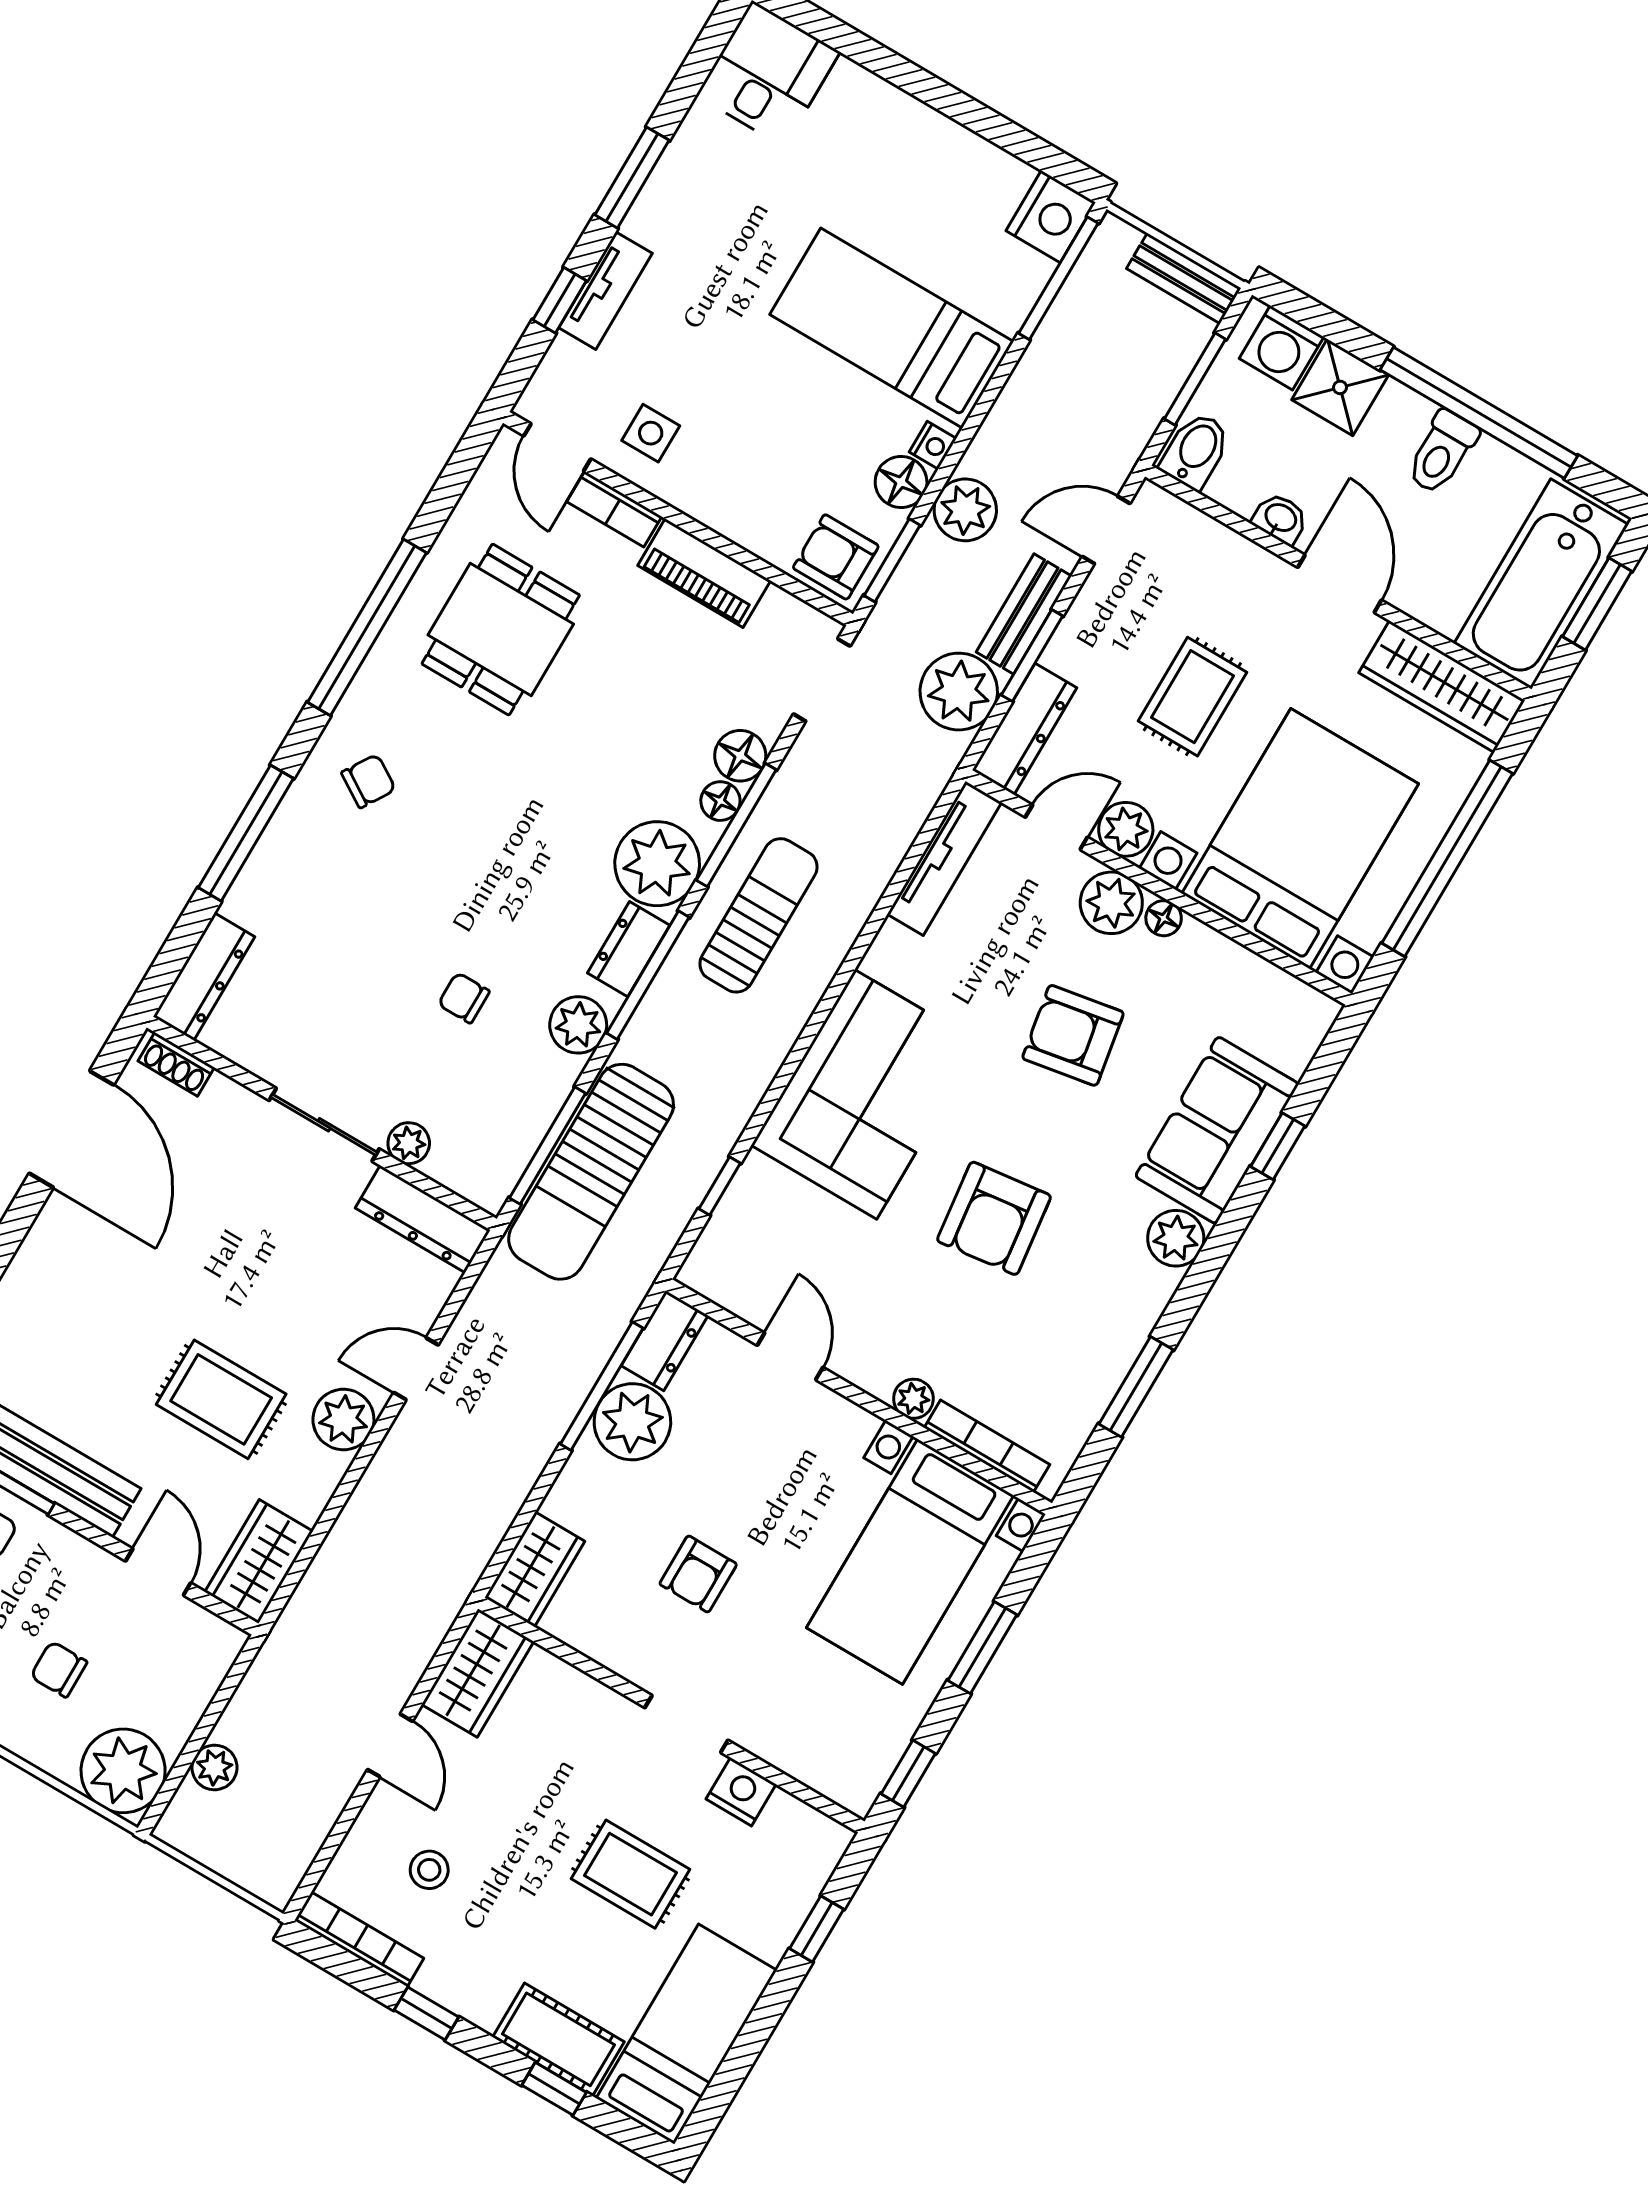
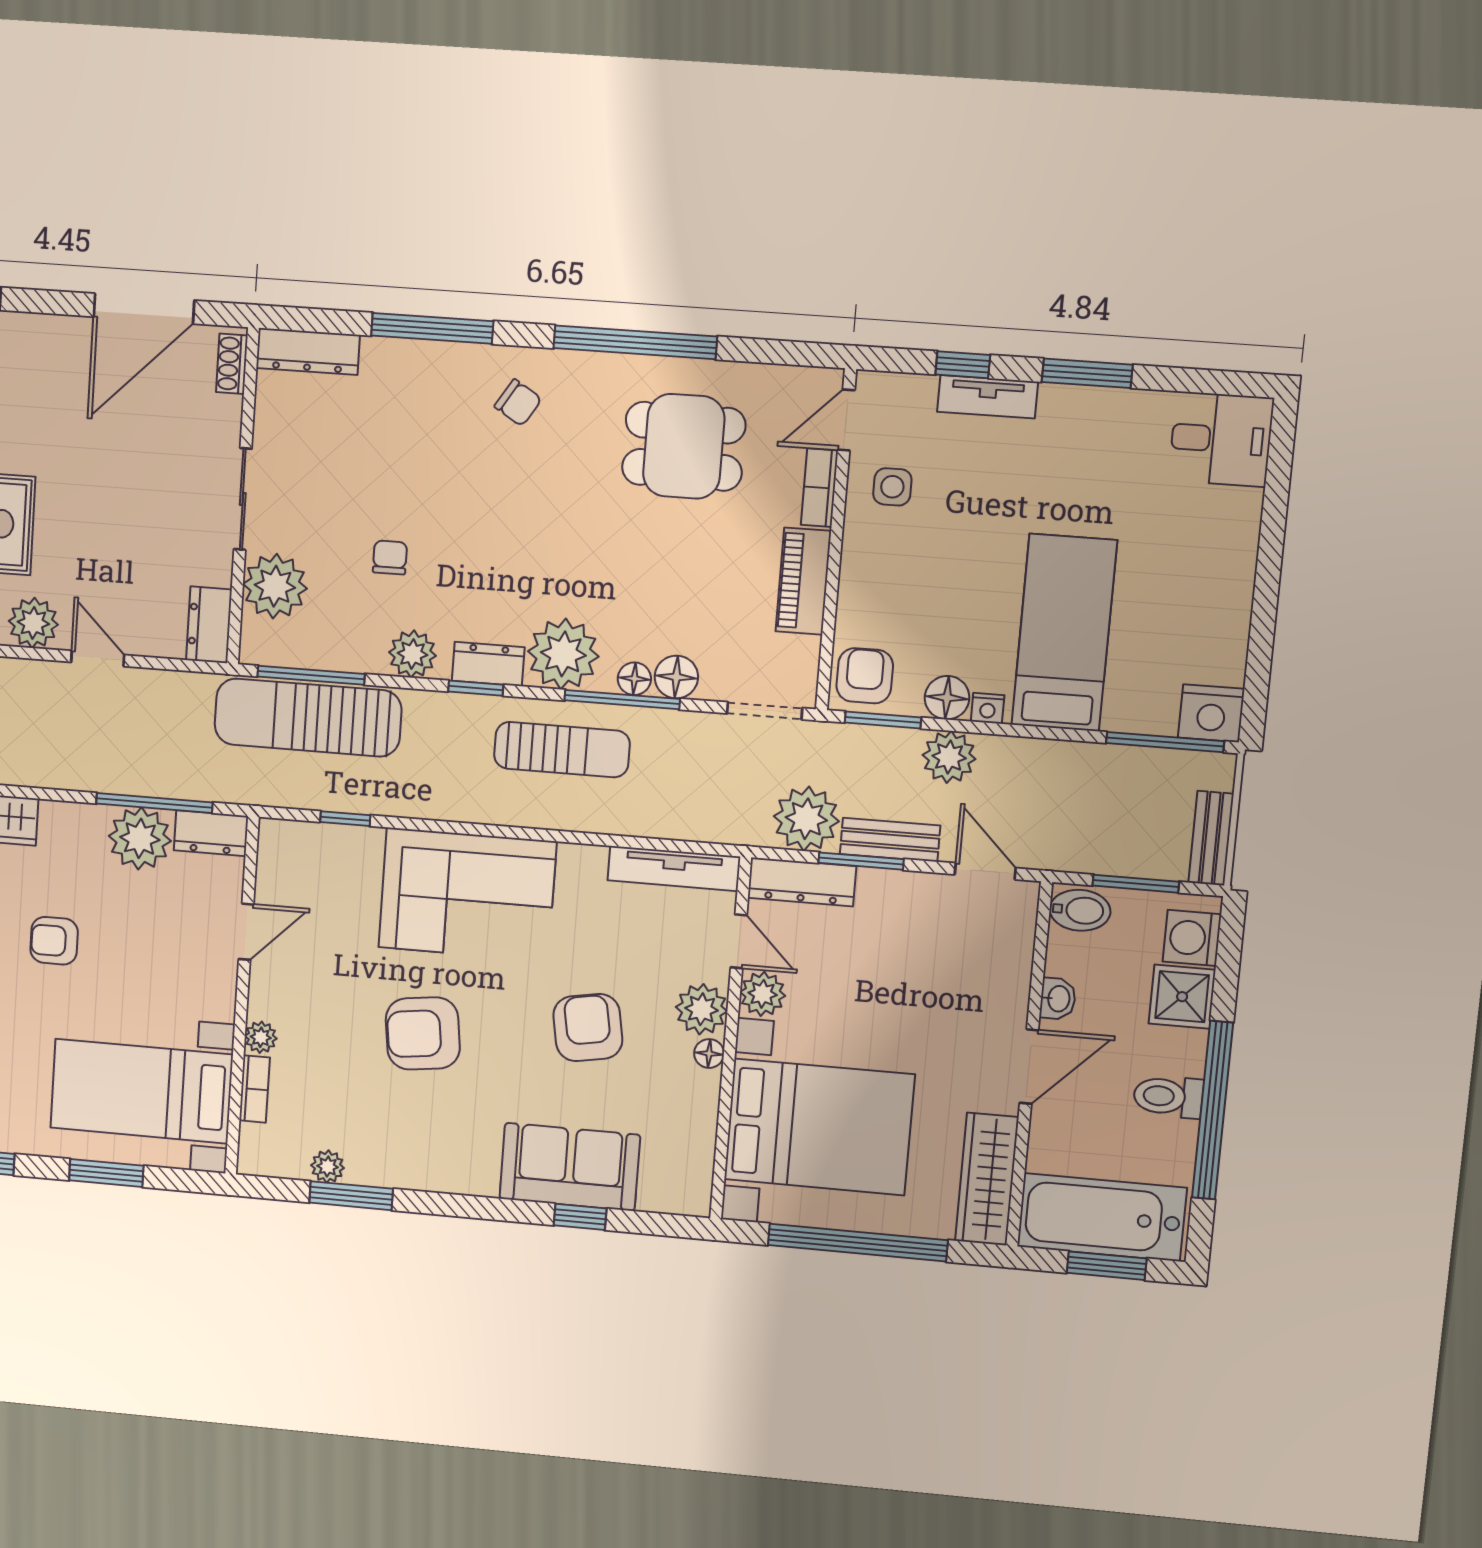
rug: (1192, 697) -> (888, 996), removed
window: (648, 975) -> (476, 688), width x0.46
plant: (409, 1143) -> (275, 586), width x1.88, depth x1.88
dresser: (423, 1219) -> (209, 625), width x0.70
plant: (1176, 1238) -> (328, 1167), moved, width x0.73, depth x0.73
bookcase: (987, 1446) -> (255, 1089), width x0.64

